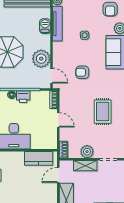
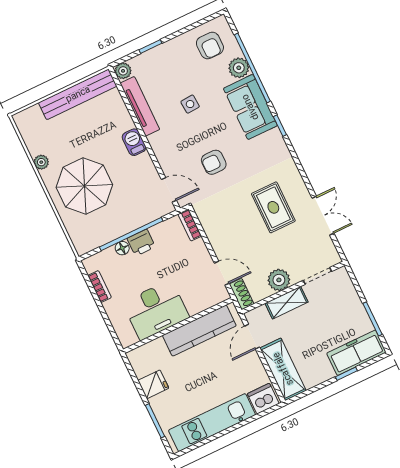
barbecue: (45, 26) -> (134, 142), moved
plant: (41, 59) -> (141, 171), removed
door: (58, 120) -> (222, 273), moved
kitchen counter: (39, 158) -> (199, 331), width x1.50

